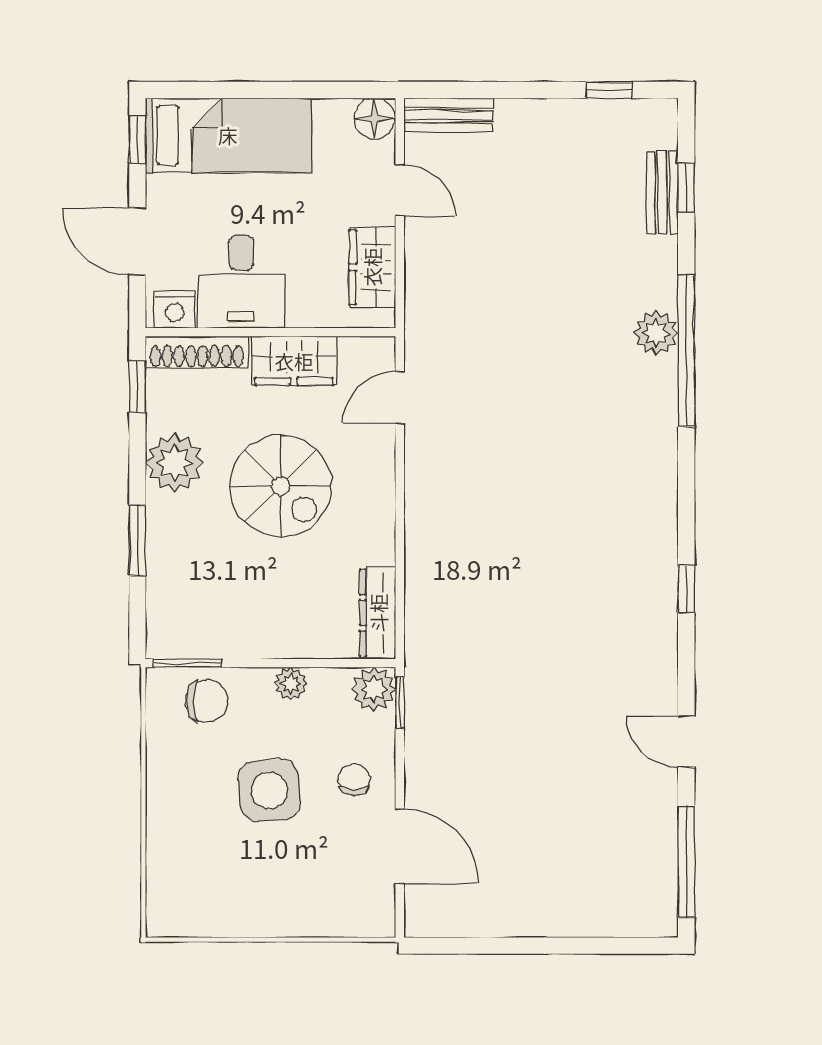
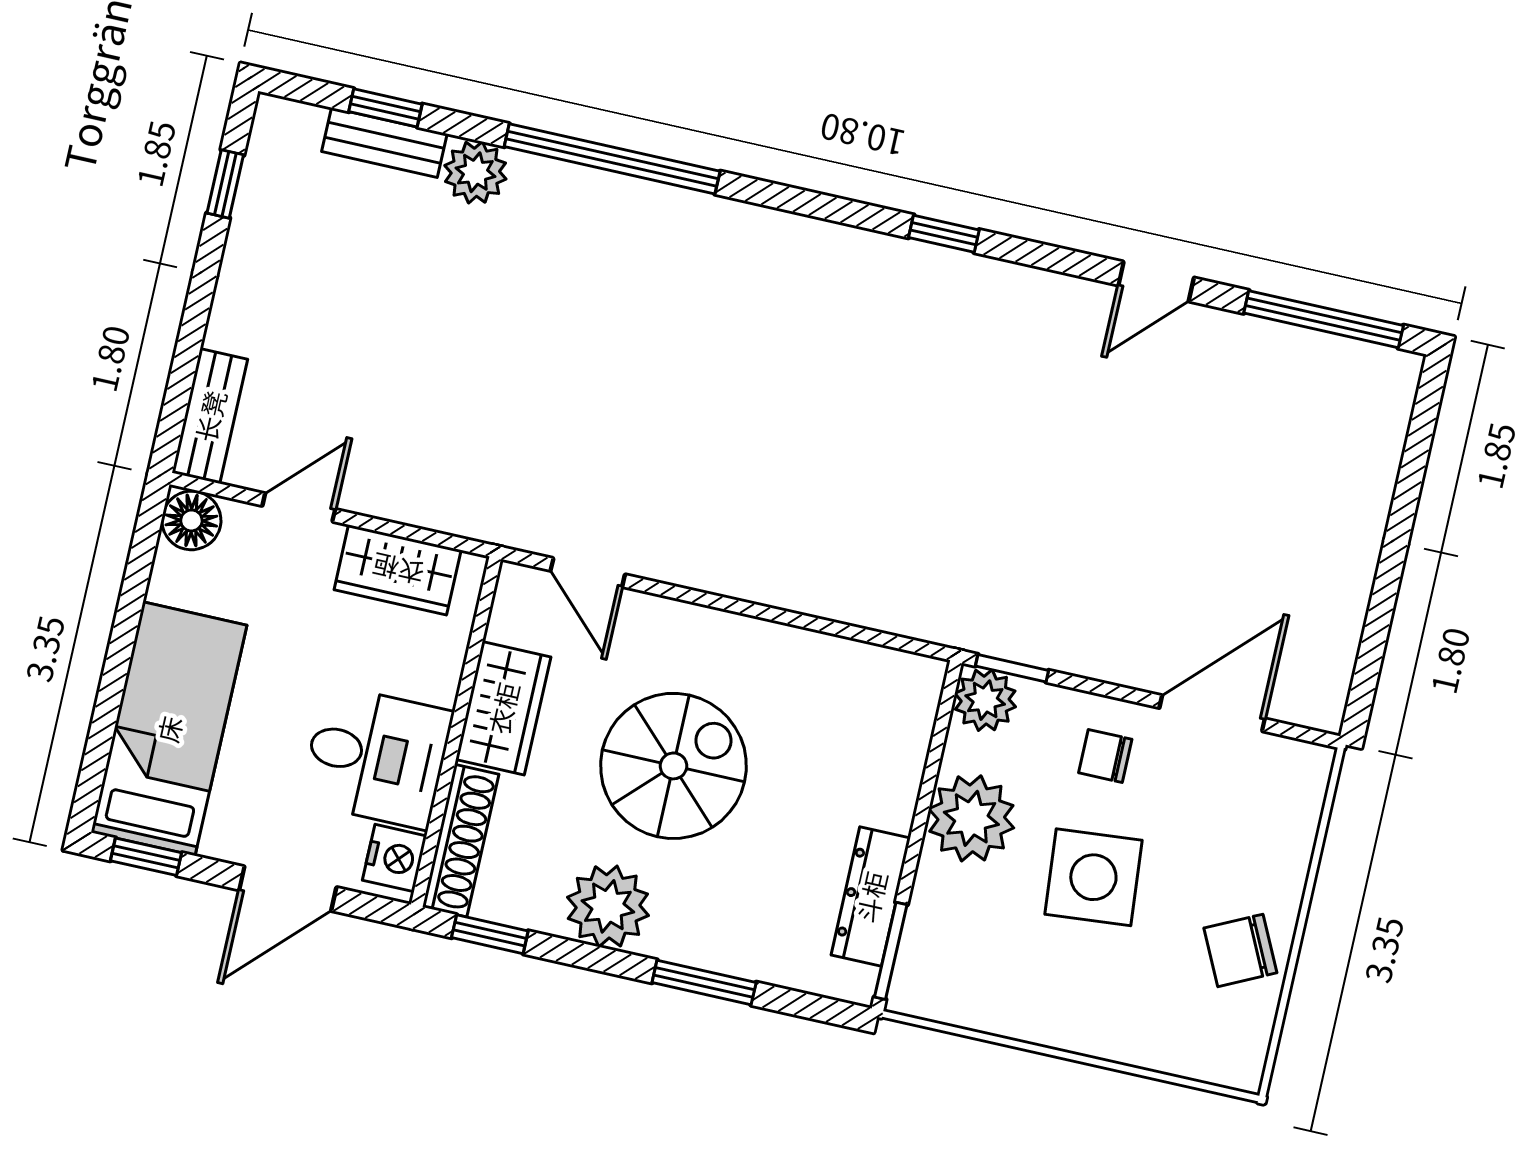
plant: (656, 333) -> (475, 172), moved
dresser: (378, 613) -> (871, 897), moved, turned 90
plant: (291, 683) -> (971, 818), width x1.87, depth x1.87
chair: (207, 701) -> (1240, 950), moved, turned -116

